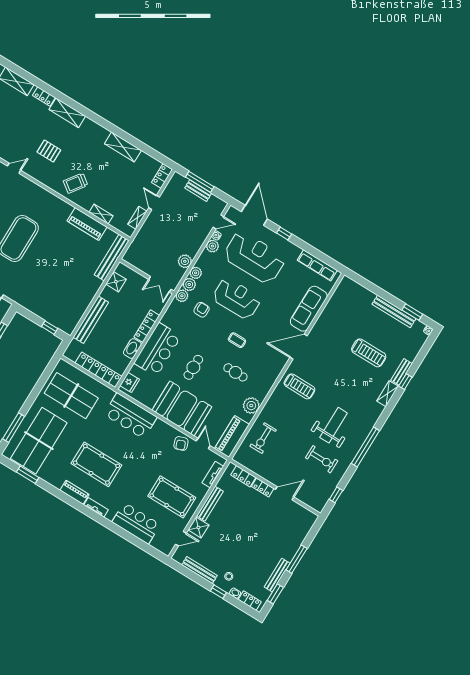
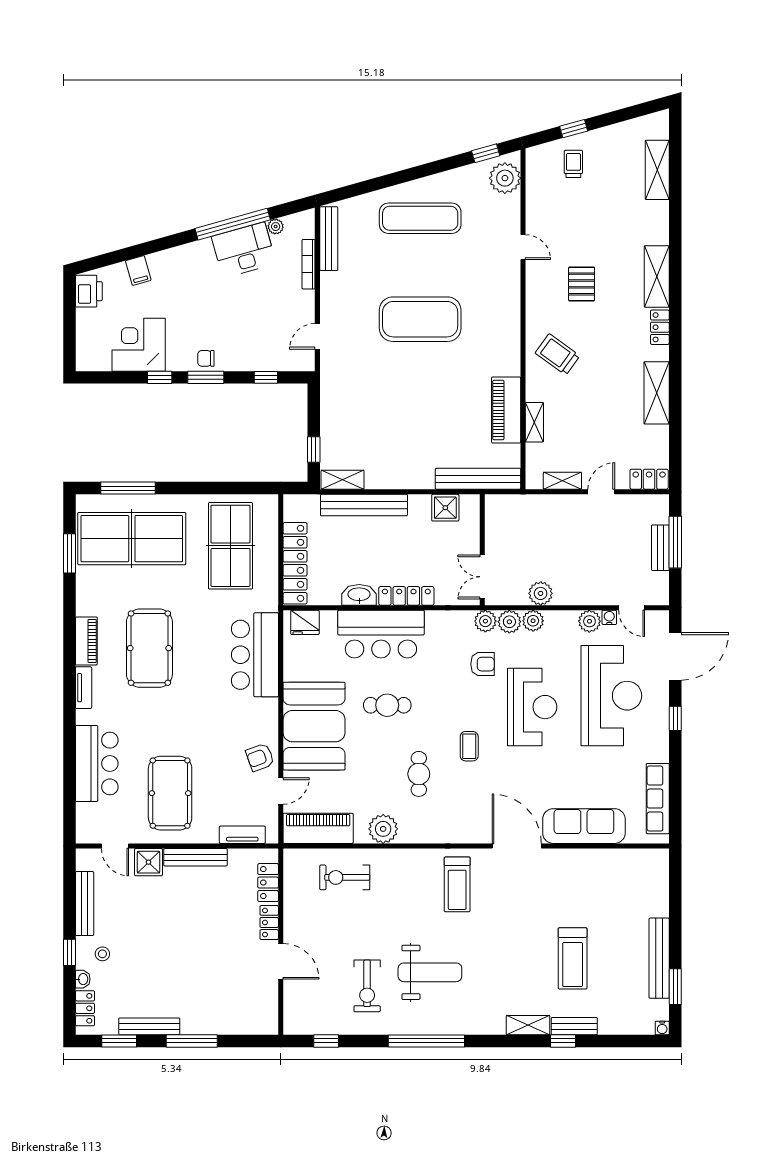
locker: (44, 96) -> (660, 327), moved
shelving: (72, 323) -> (343, 480), added

